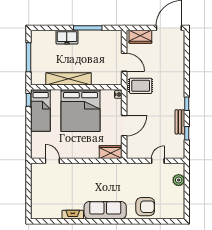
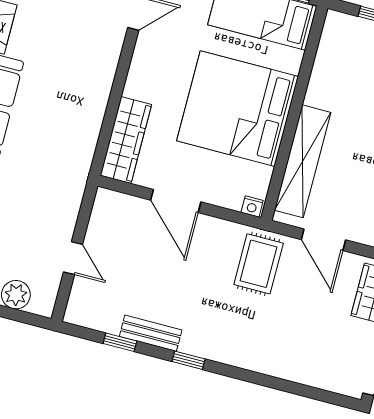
door: (124, 62) -> (323, 240), hinge flipped
shelving: (69, 79) -> (303, 161), moved
wardrobe: (111, 152) -> (126, 140), width x1.50

